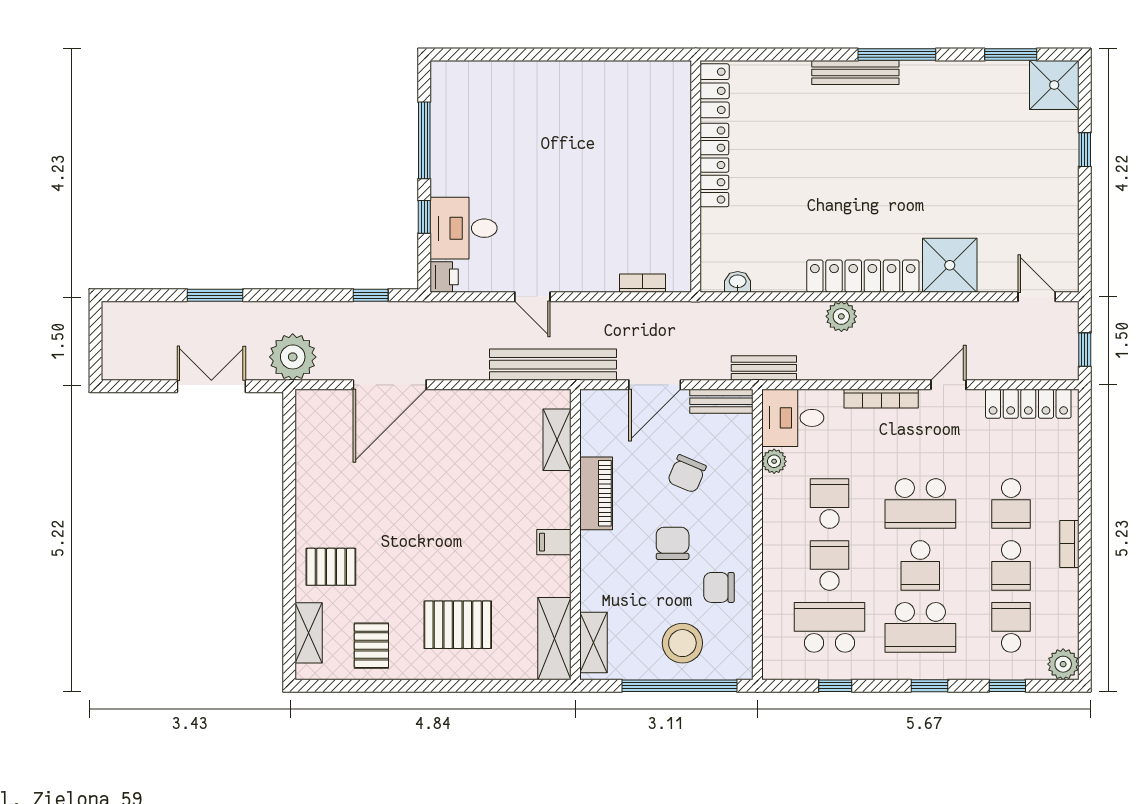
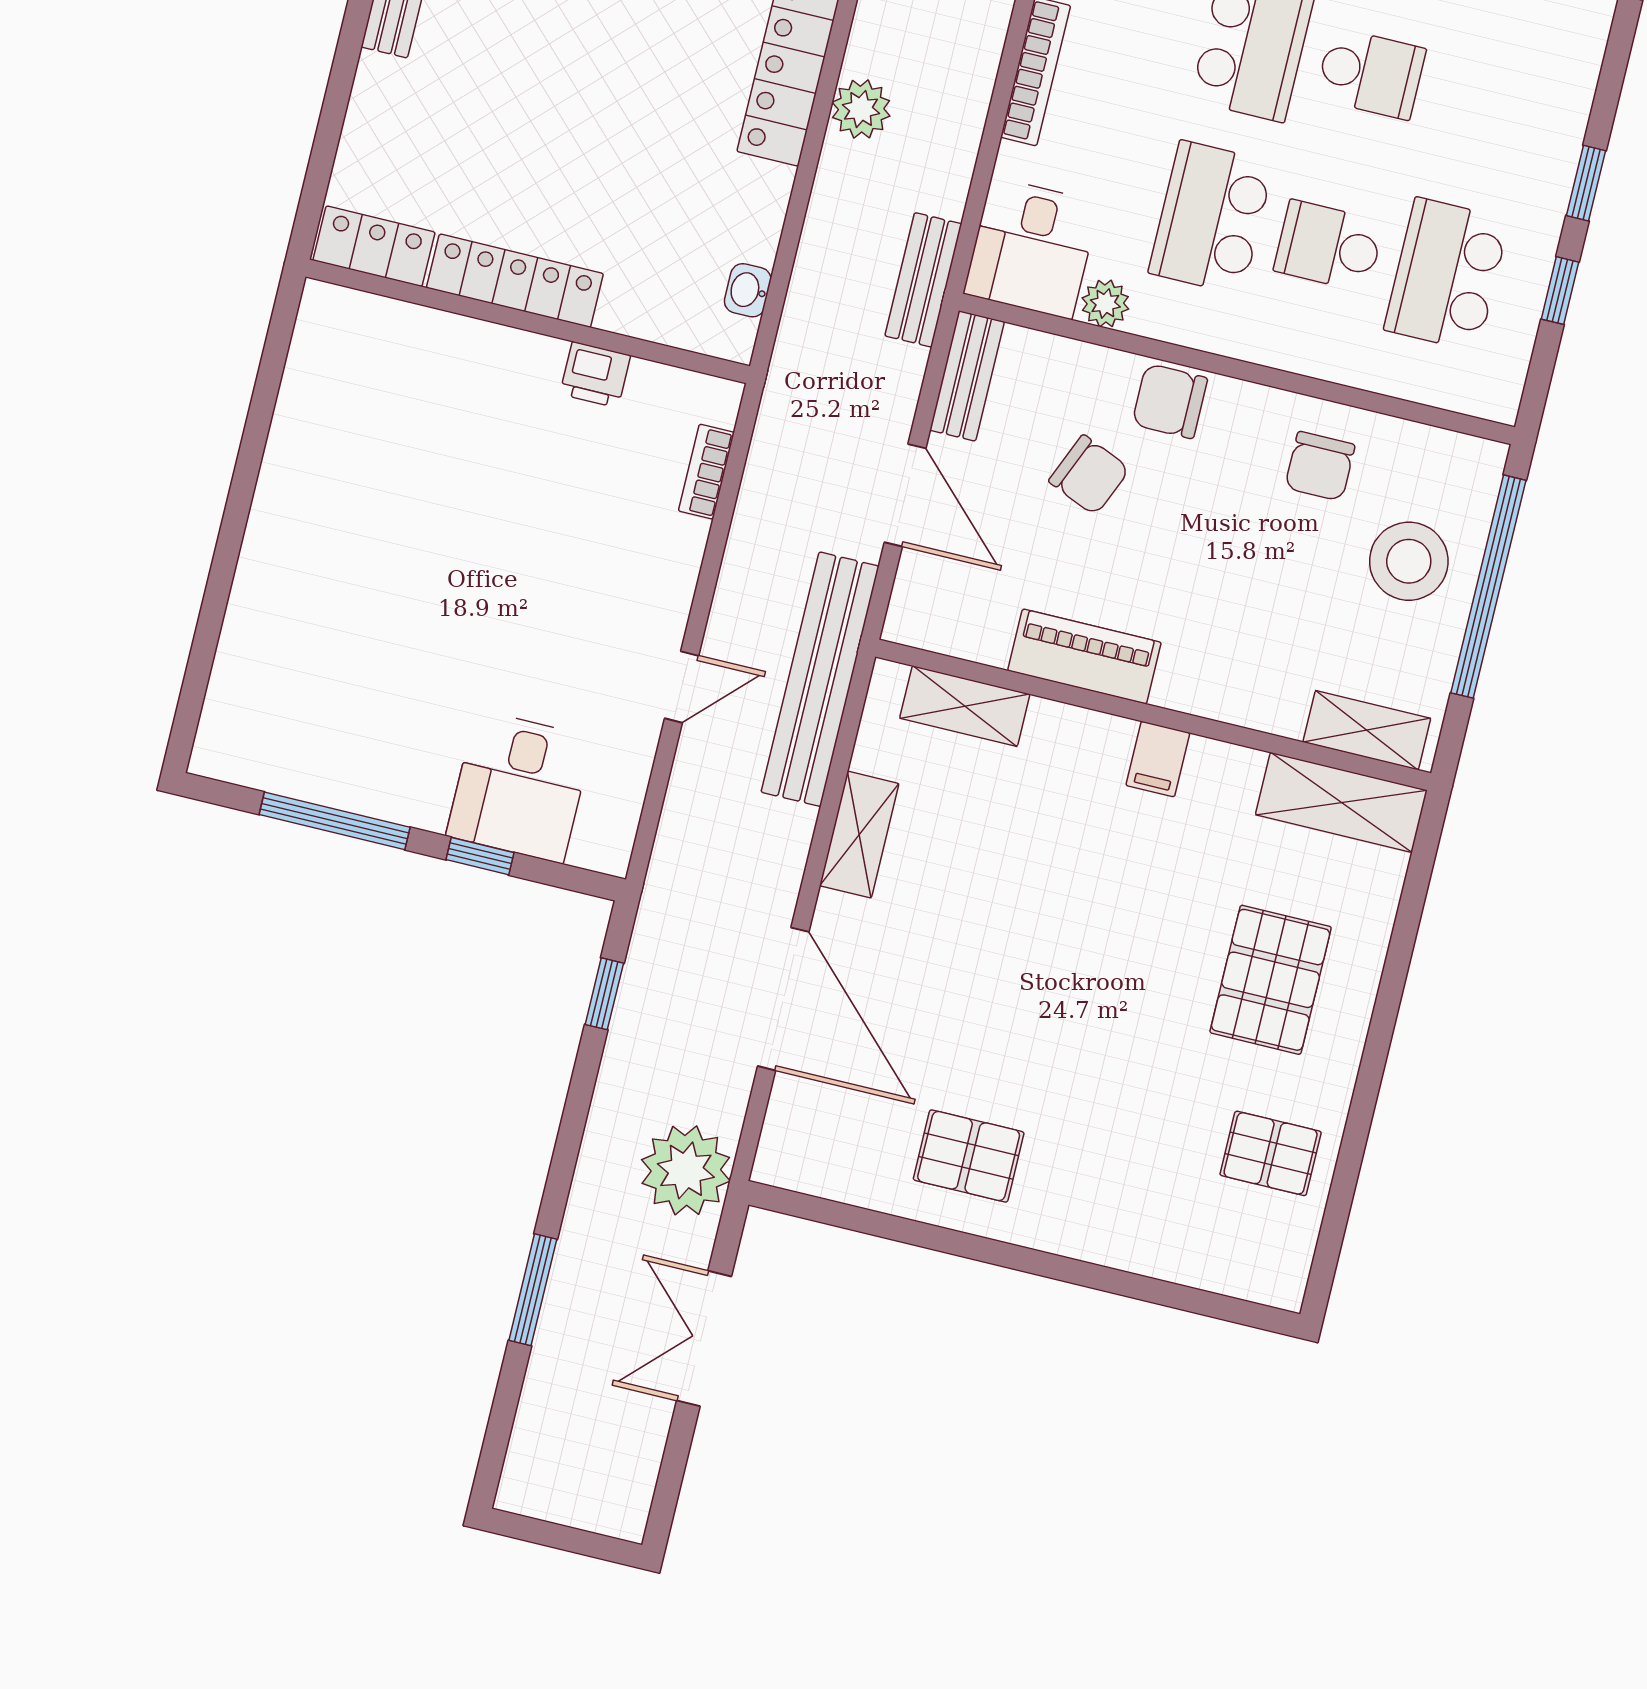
printer: (444, 277) -> (595, 375), moved, turned 180
school desk: (830, 504) -> (1211, 218), width x1.85
chair: (673, 543) -> (1170, 401), moved
pallet: (331, 567) -> (969, 1156), moved, turned 90
school desk: (920, 627) -> (1488, 102), removed
shelving: (309, 633) -> (859, 835), moved, turned 90
window: (929, 686) -> (1586, 183), moved

